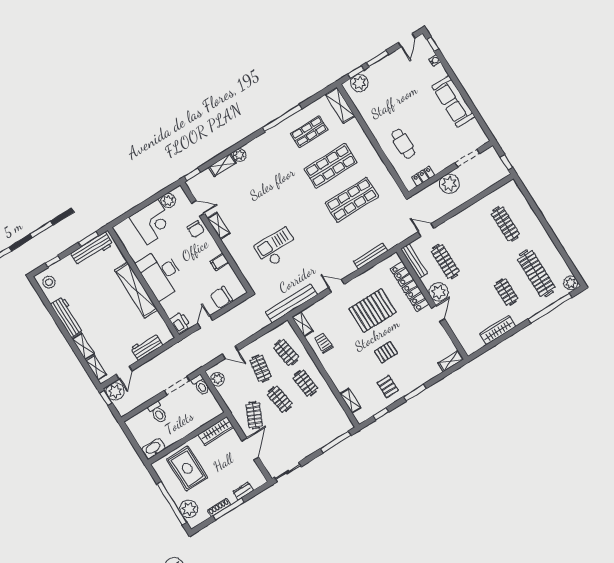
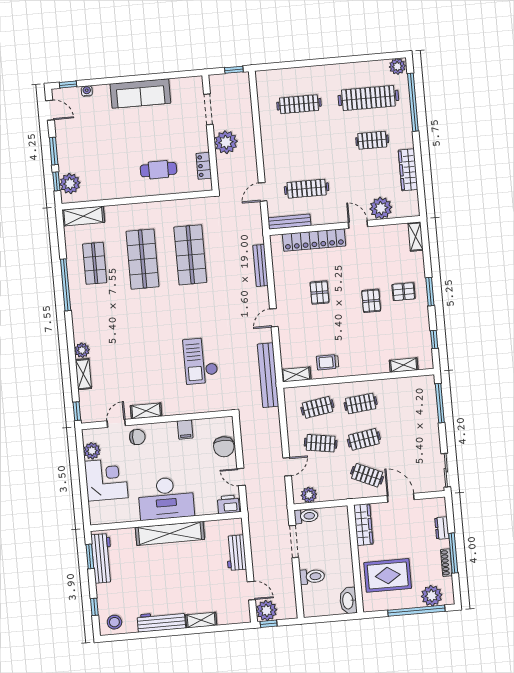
plant: (439, 292) -> (381, 208), moved
pallet: (373, 310) -> (319, 293), width x0.49, depth x0.50
shelving: (96, 368) -> (231, 618), removed
pallet: (388, 387) -> (404, 292), moved

